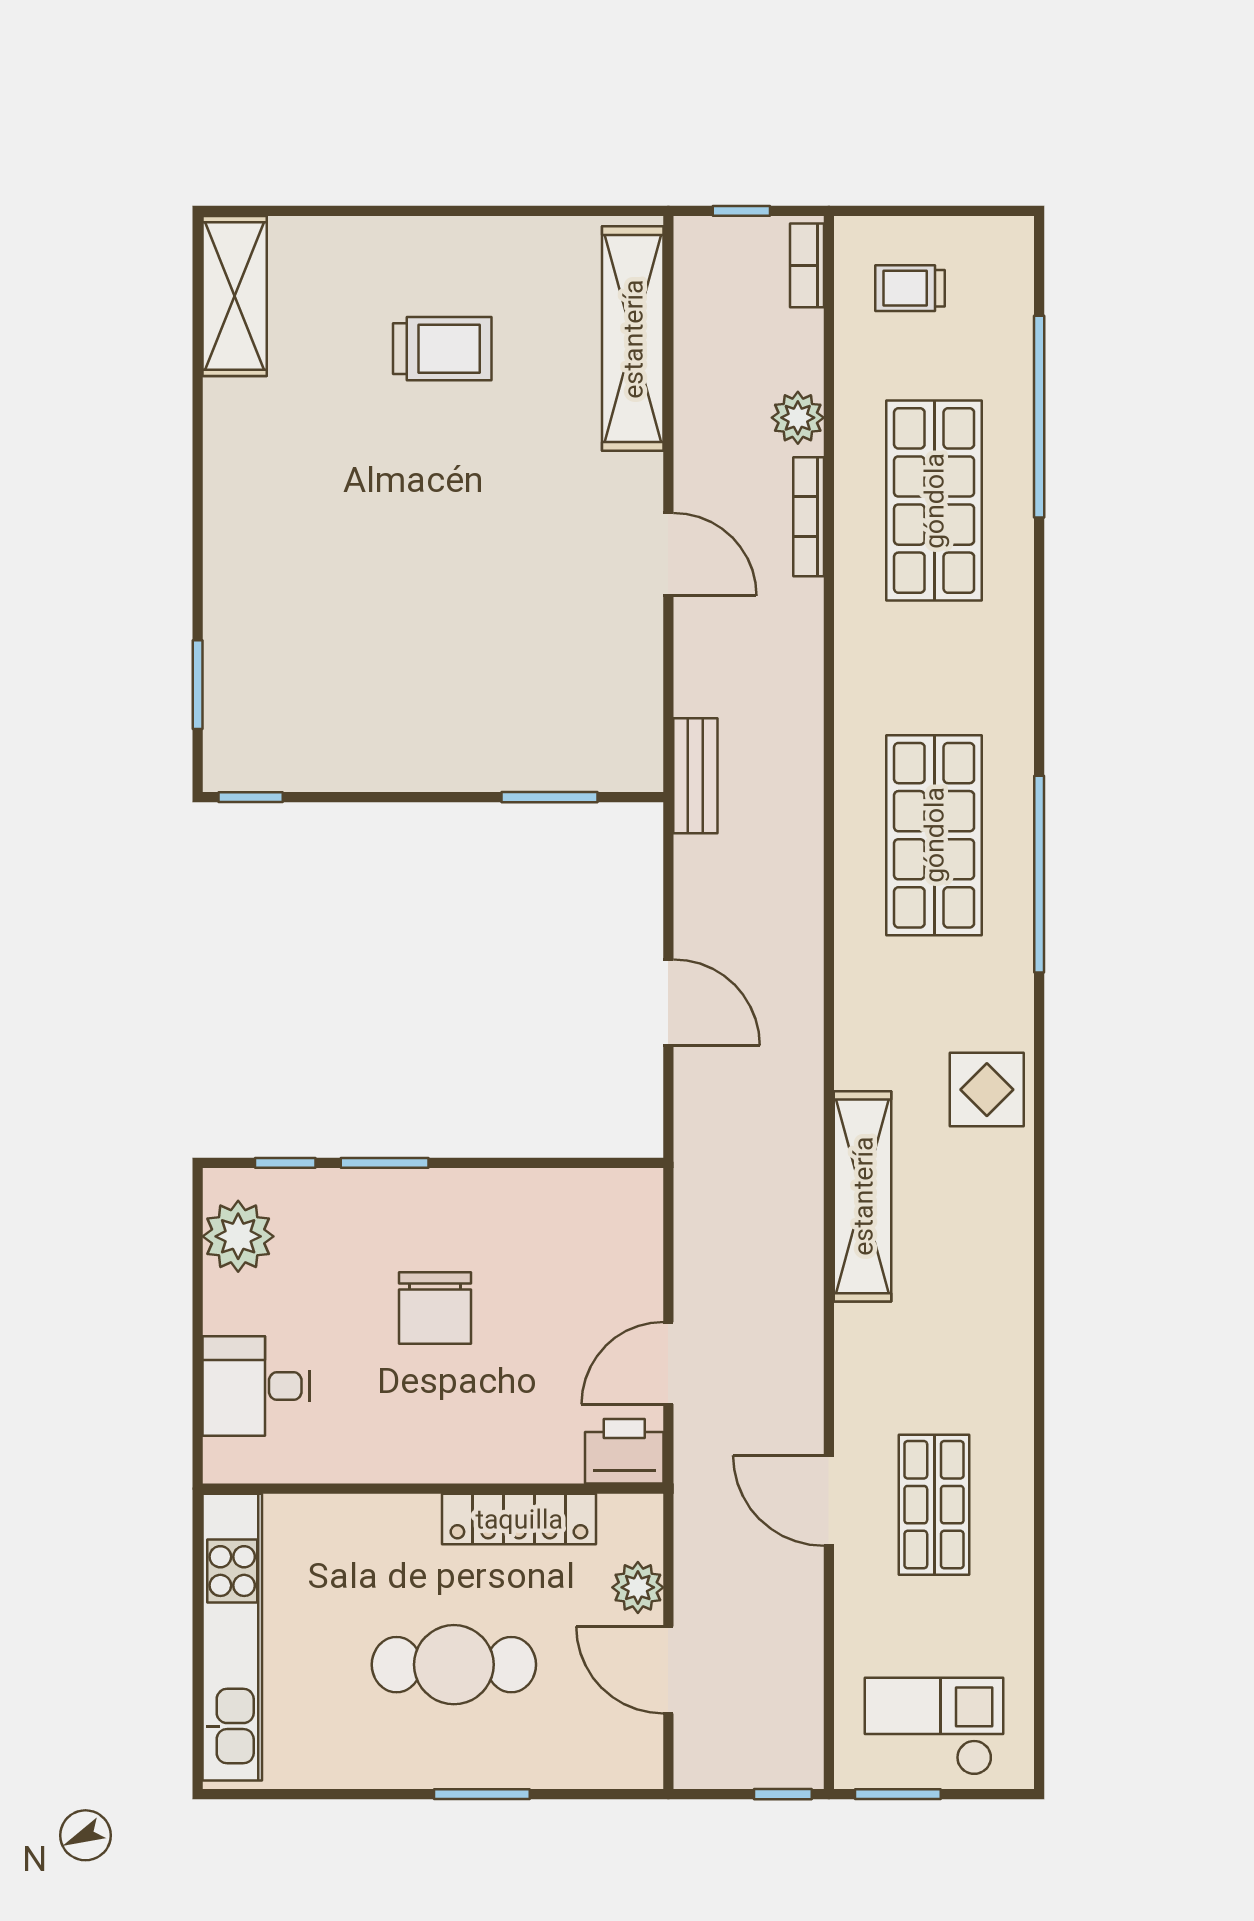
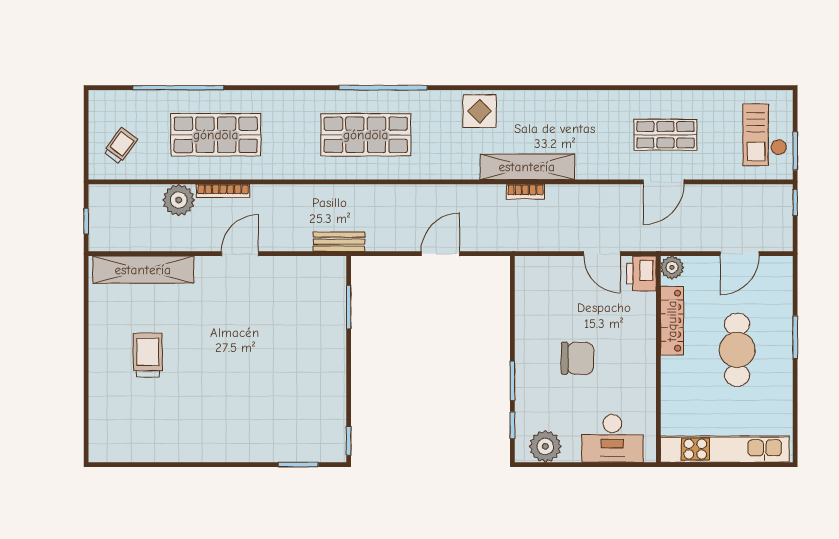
bookcase: (807, 265) -> (526, 192), moved
trolley: (910, 288) -> (121, 146), turned -144
shelving: (235, 296) -> (124, 448), removed
plant: (798, 418) -> (179, 200), width x1.36, depth x1.36
desk: (256, 1386) -> (612, 438), width x1.37
plant: (638, 1587) -> (672, 267), moved

